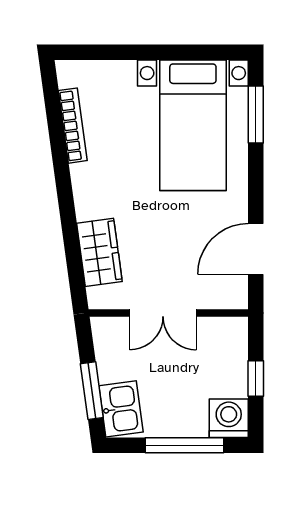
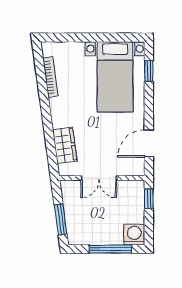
window: (256, 114) -> (149, 71), width x0.67
window: (256, 378) -> (149, 199), moved
kitchen sink: (121, 409) -> (76, 229), removed

